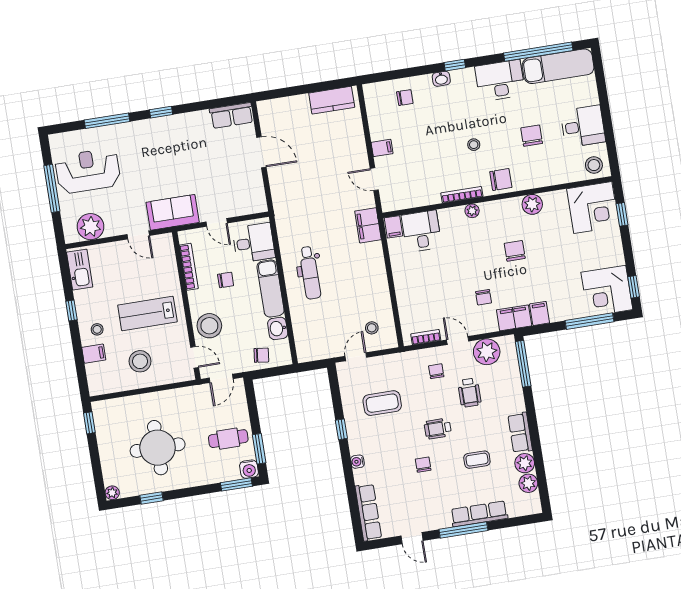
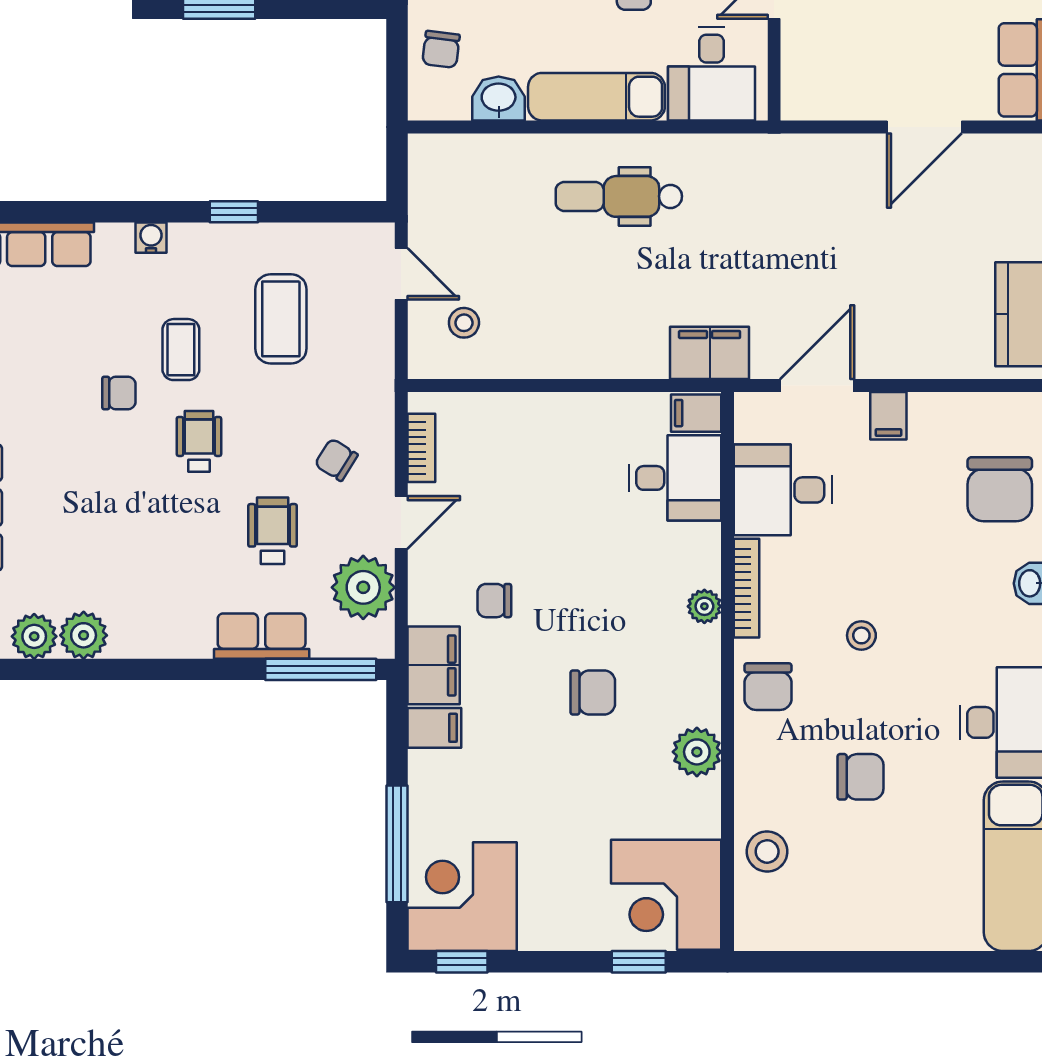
chair: (405, 98) -> (1000, 489), width x1.87, depth x1.87
desk: (583, 126) -> (783, 490), moved, turned 90
stool: (594, 165) -> (767, 851), moved
door: (374, 179) -> (817, 385), width x1.38
chair: (436, 371) -> (336, 460), turned -148
wheelchair: (469, 393) -> (273, 531), turned 90
row of seats: (520, 433) -> (262, 636), moved
coffee table: (477, 460) -> (181, 350), moved

